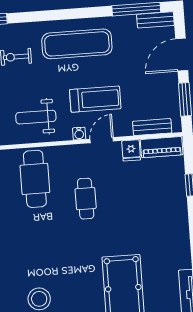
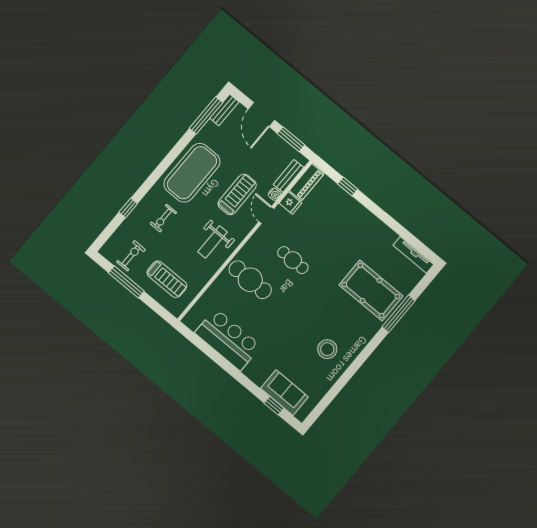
exercise mat: (77, 44) -> (192, 173), width x1.47
water cooler: (79, 134) -> (275, 194), moved

